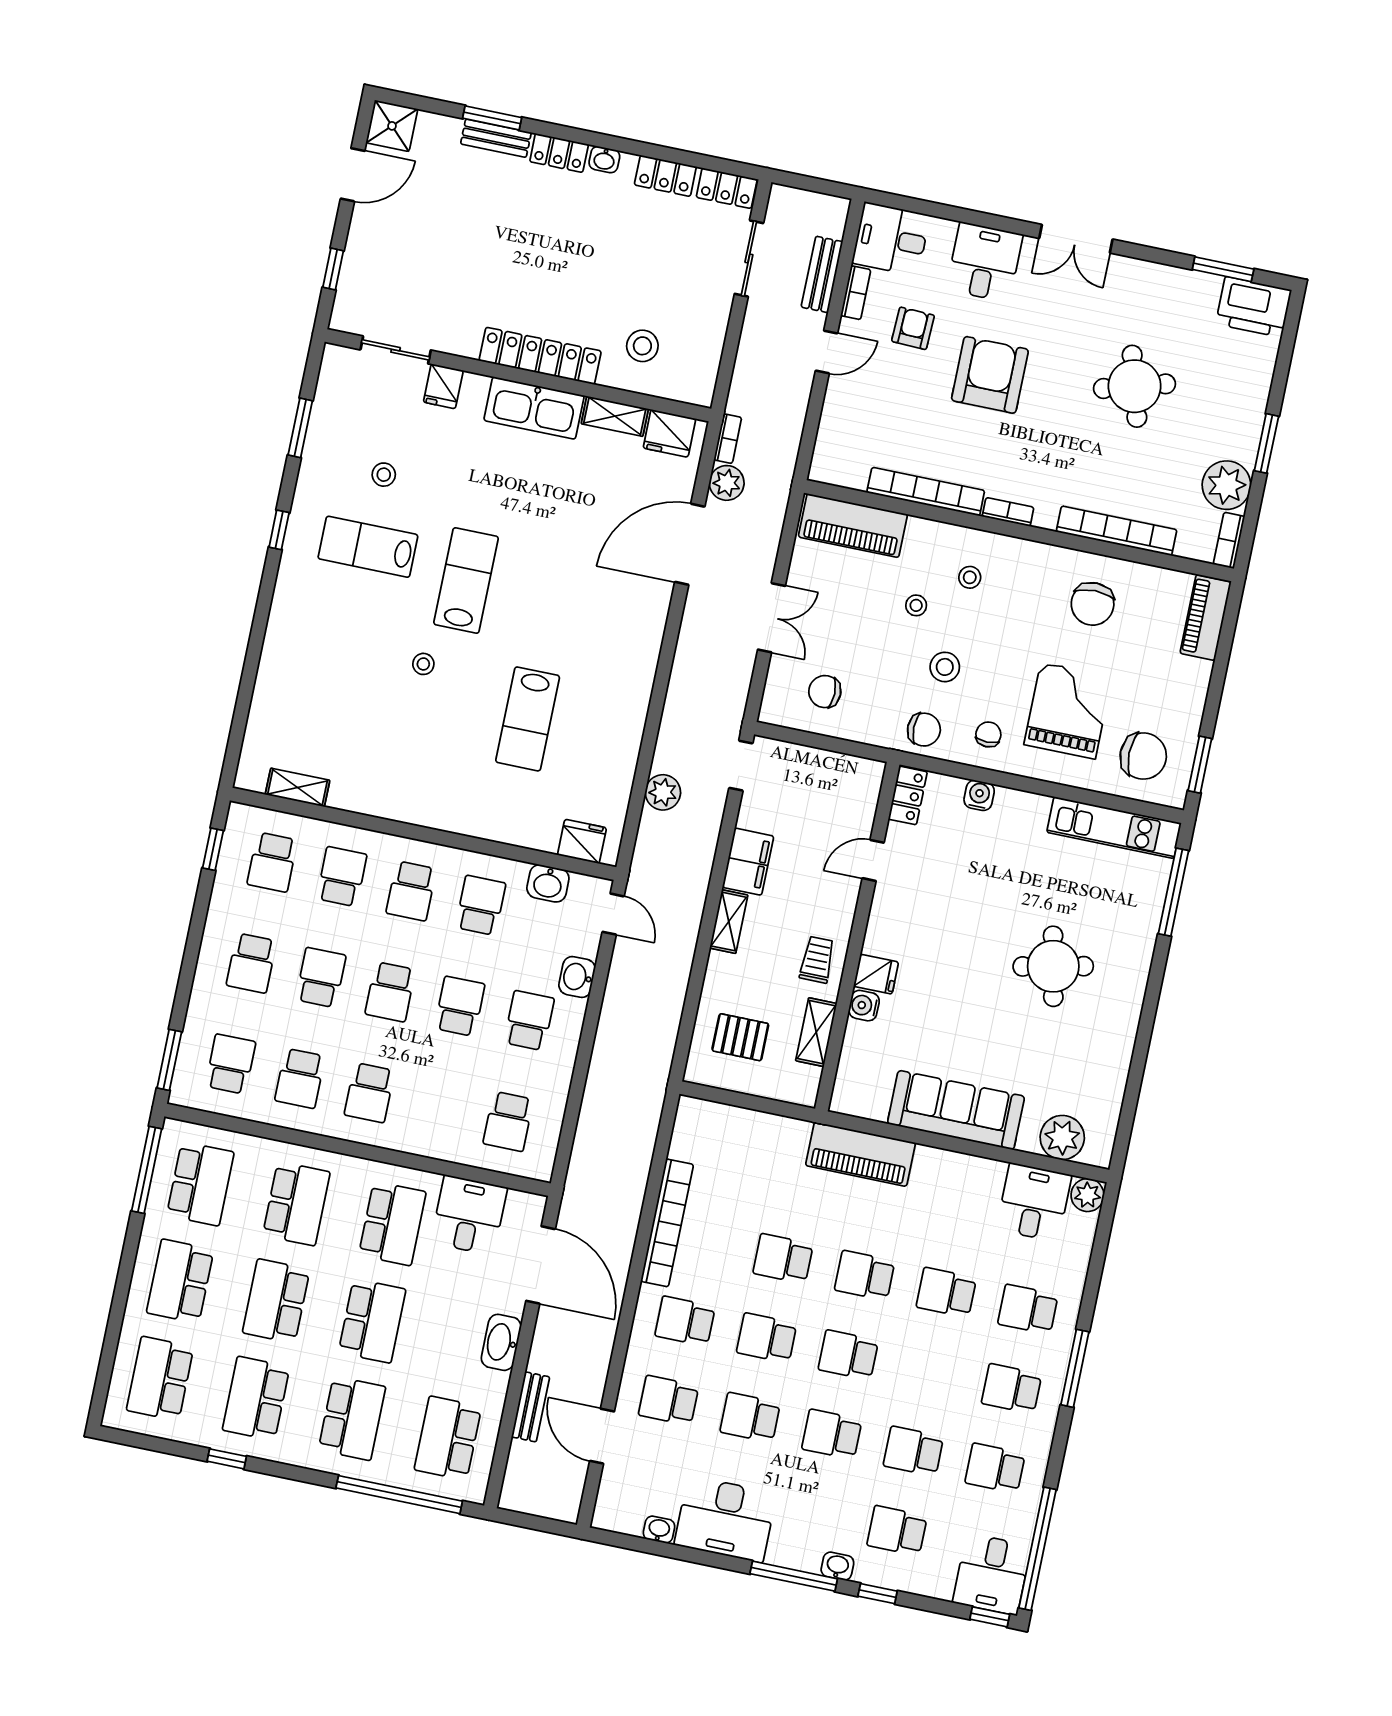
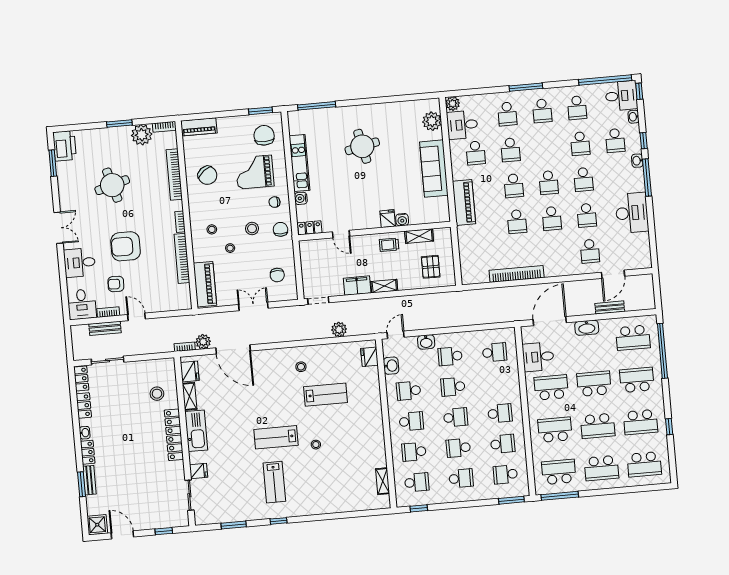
stool: (384, 475) -> (301, 367), moved
chair: (1093, 604) -> (207, 175), turned 53
kitchen unit: (1114, 828) -> (300, 163), moved
school desk: (685, 1321) -> (476, 153), moved
washbasin: (659, 1530) -> (634, 117), moved

